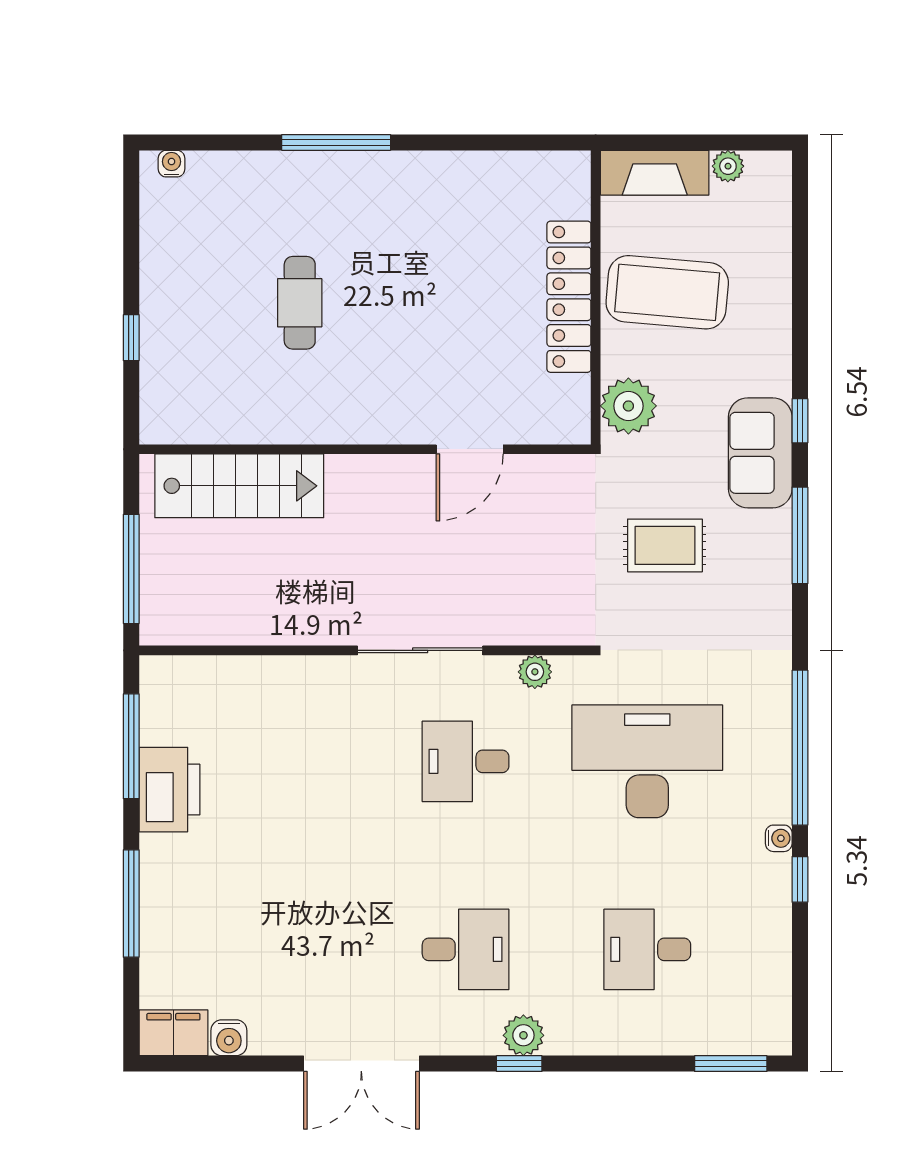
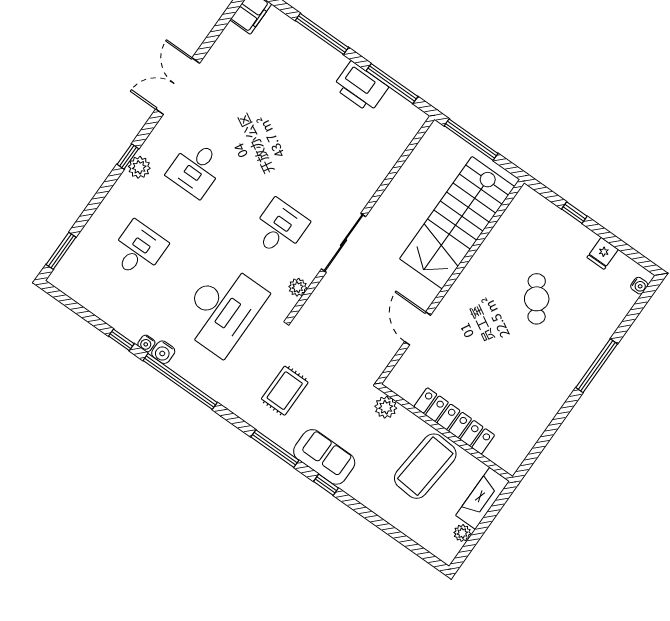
fridge: (162, 252) -> (603, 253), added
cafe table: (300, 303) -> (537, 299), turned 55
plant: (628, 406) -> (386, 407), width x0.73, depth x0.73
stairs: (239, 486) -> (457, 223), width x1.36, depth x1.51
rug: (665, 545) -> (285, 391), moved
water cooler: (229, 1038) -> (163, 352), moved, turned -90

